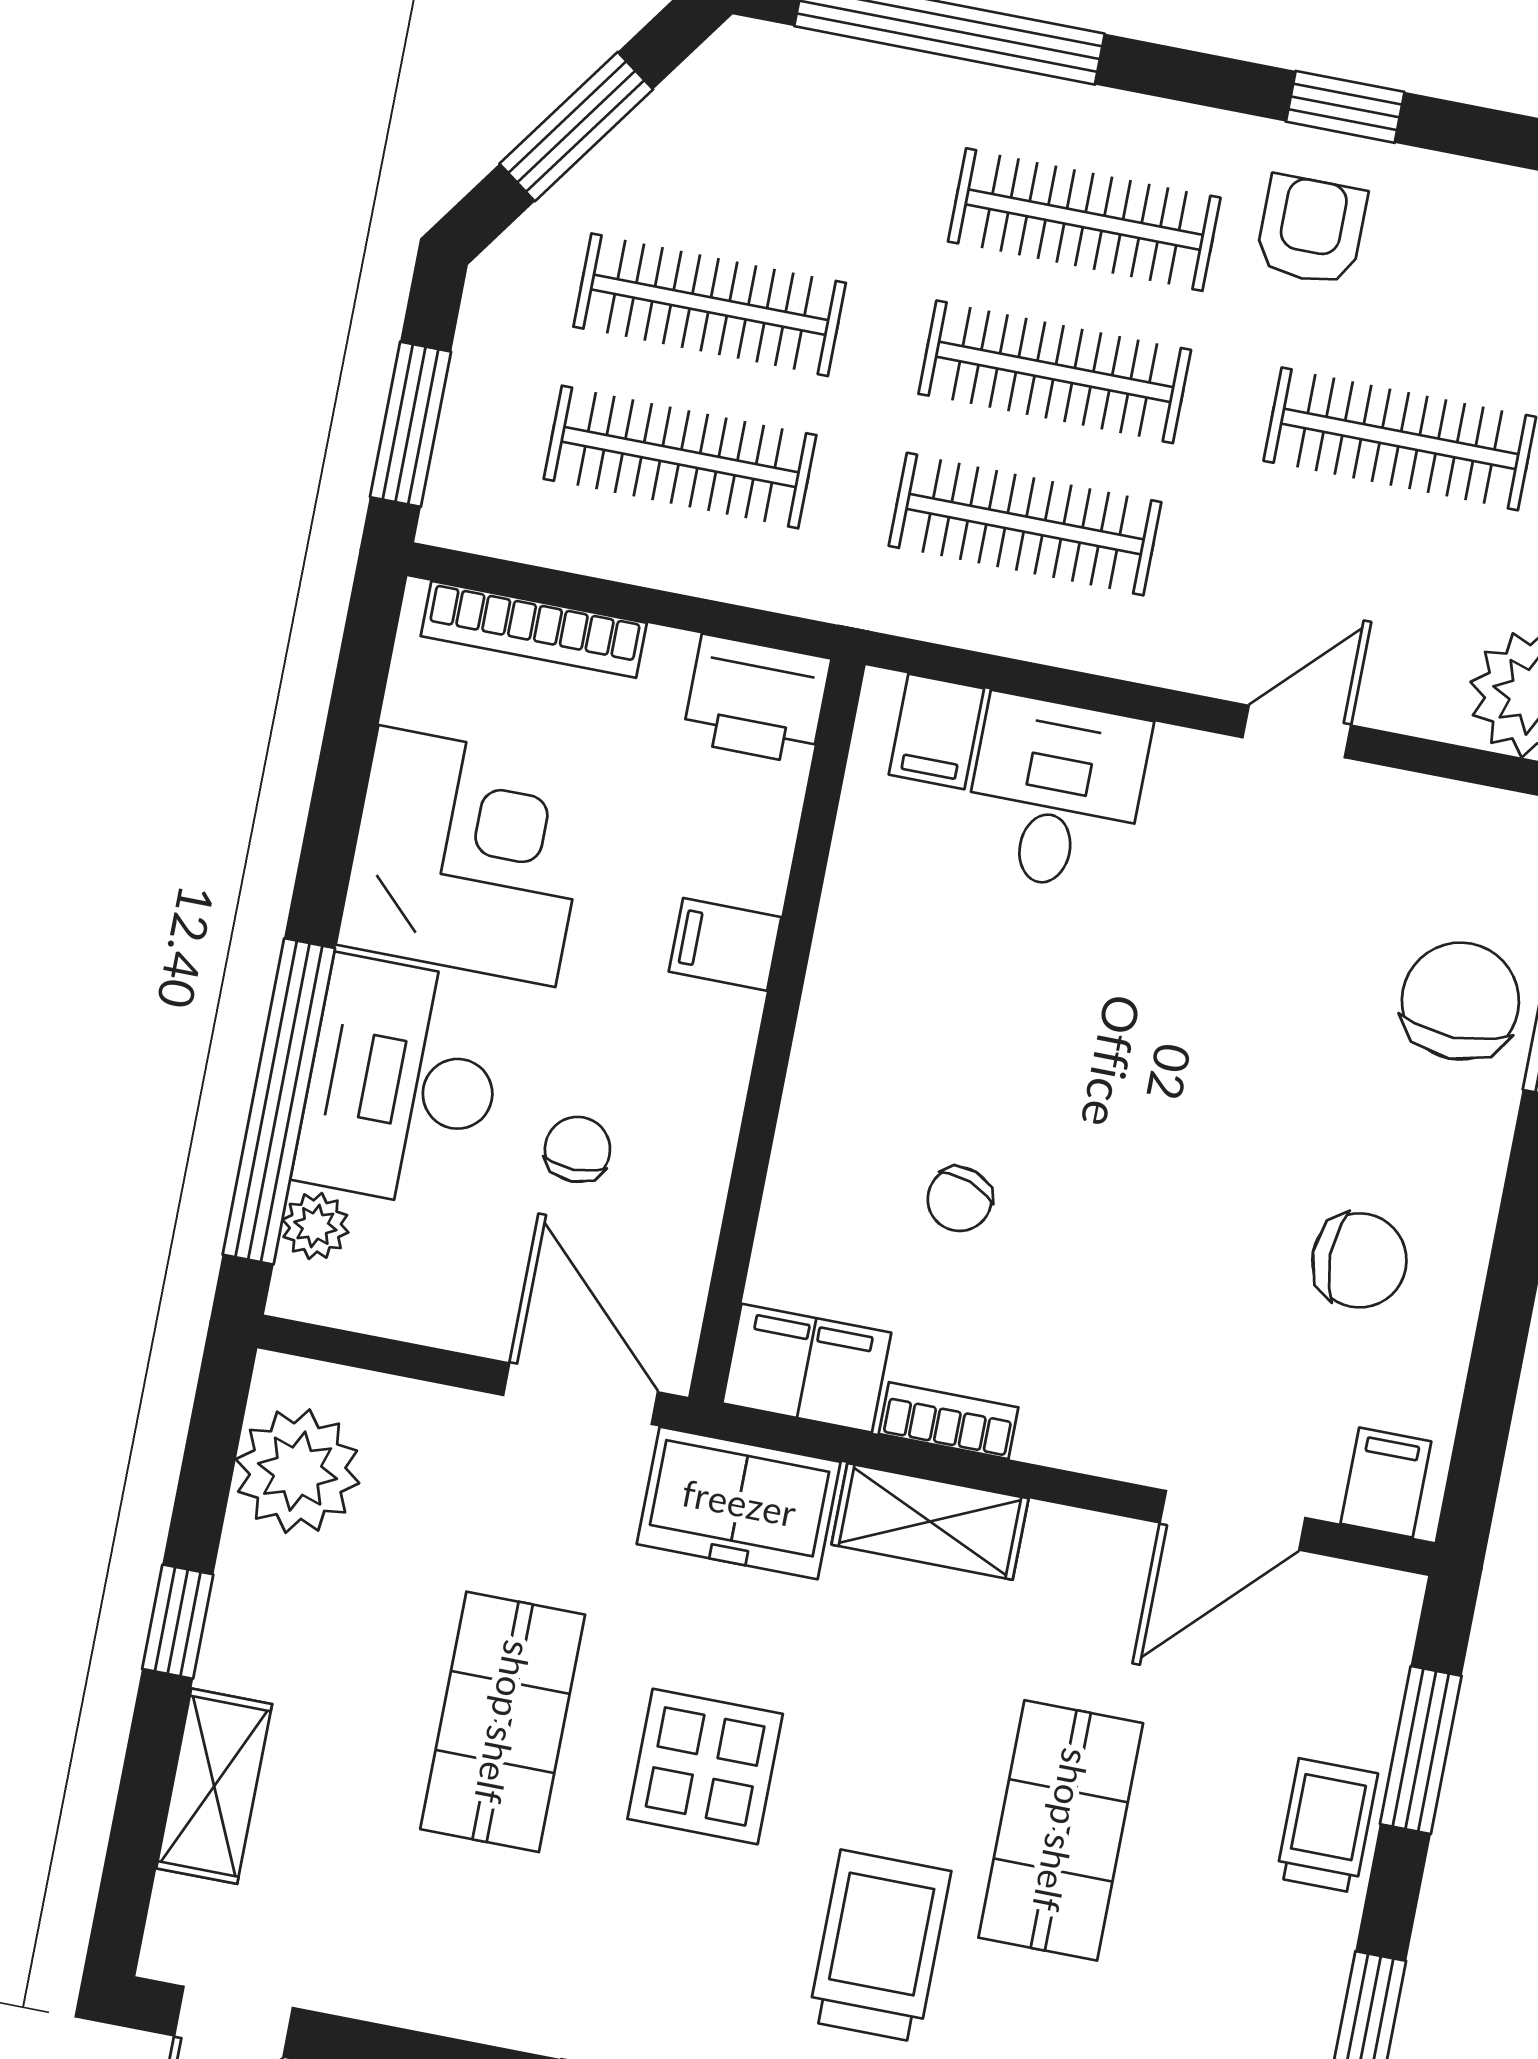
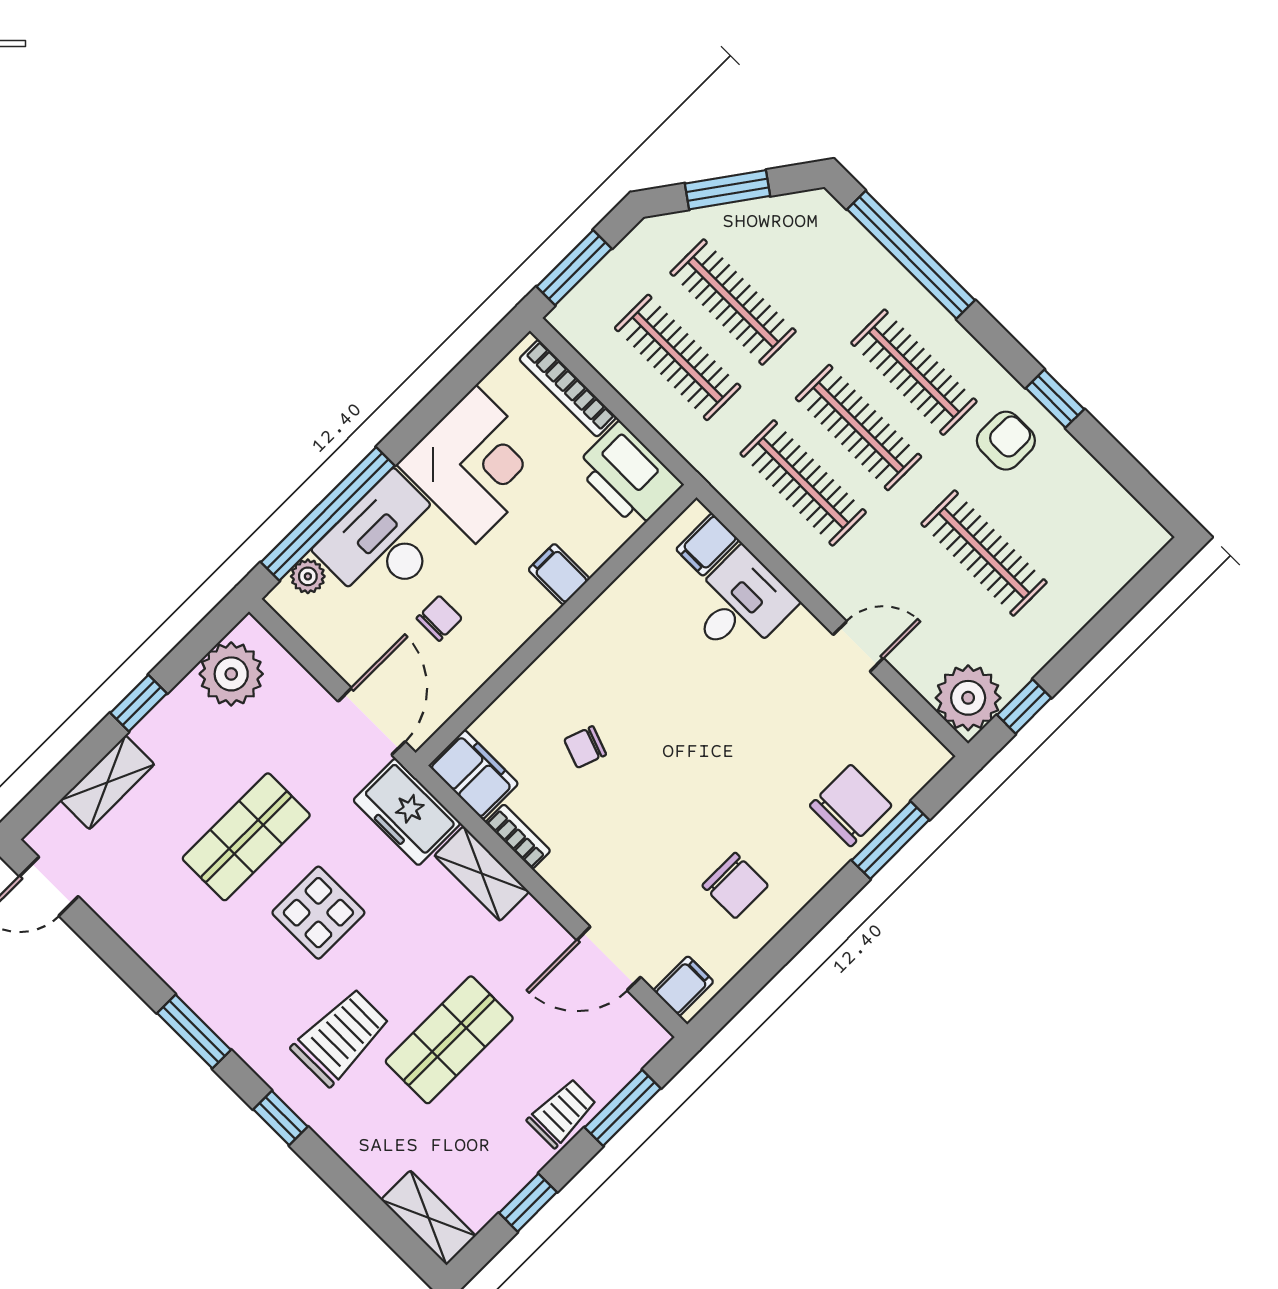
printer: (756, 700) -> (629, 476), width x1.37, depth x1.19

